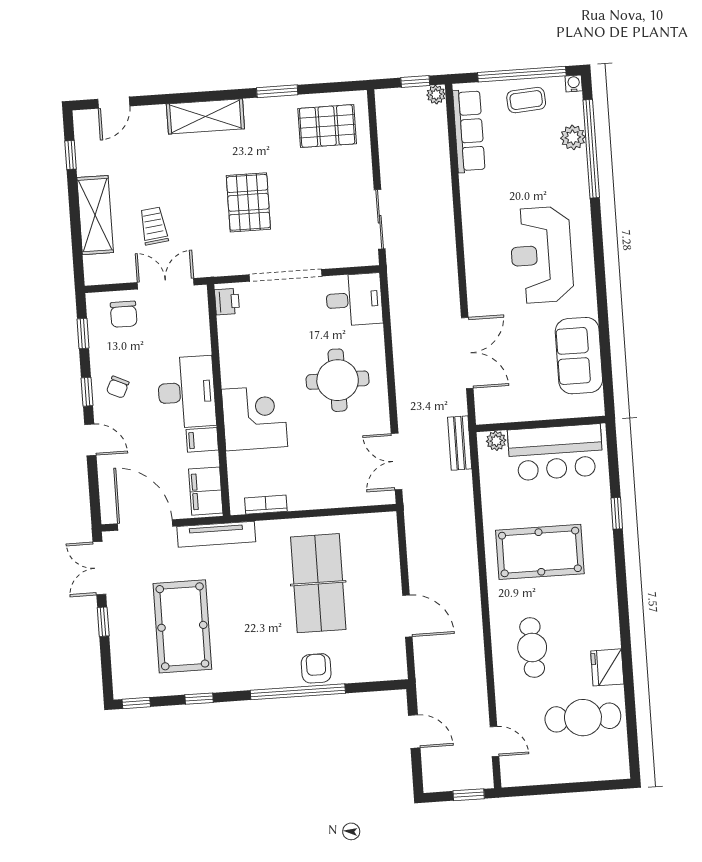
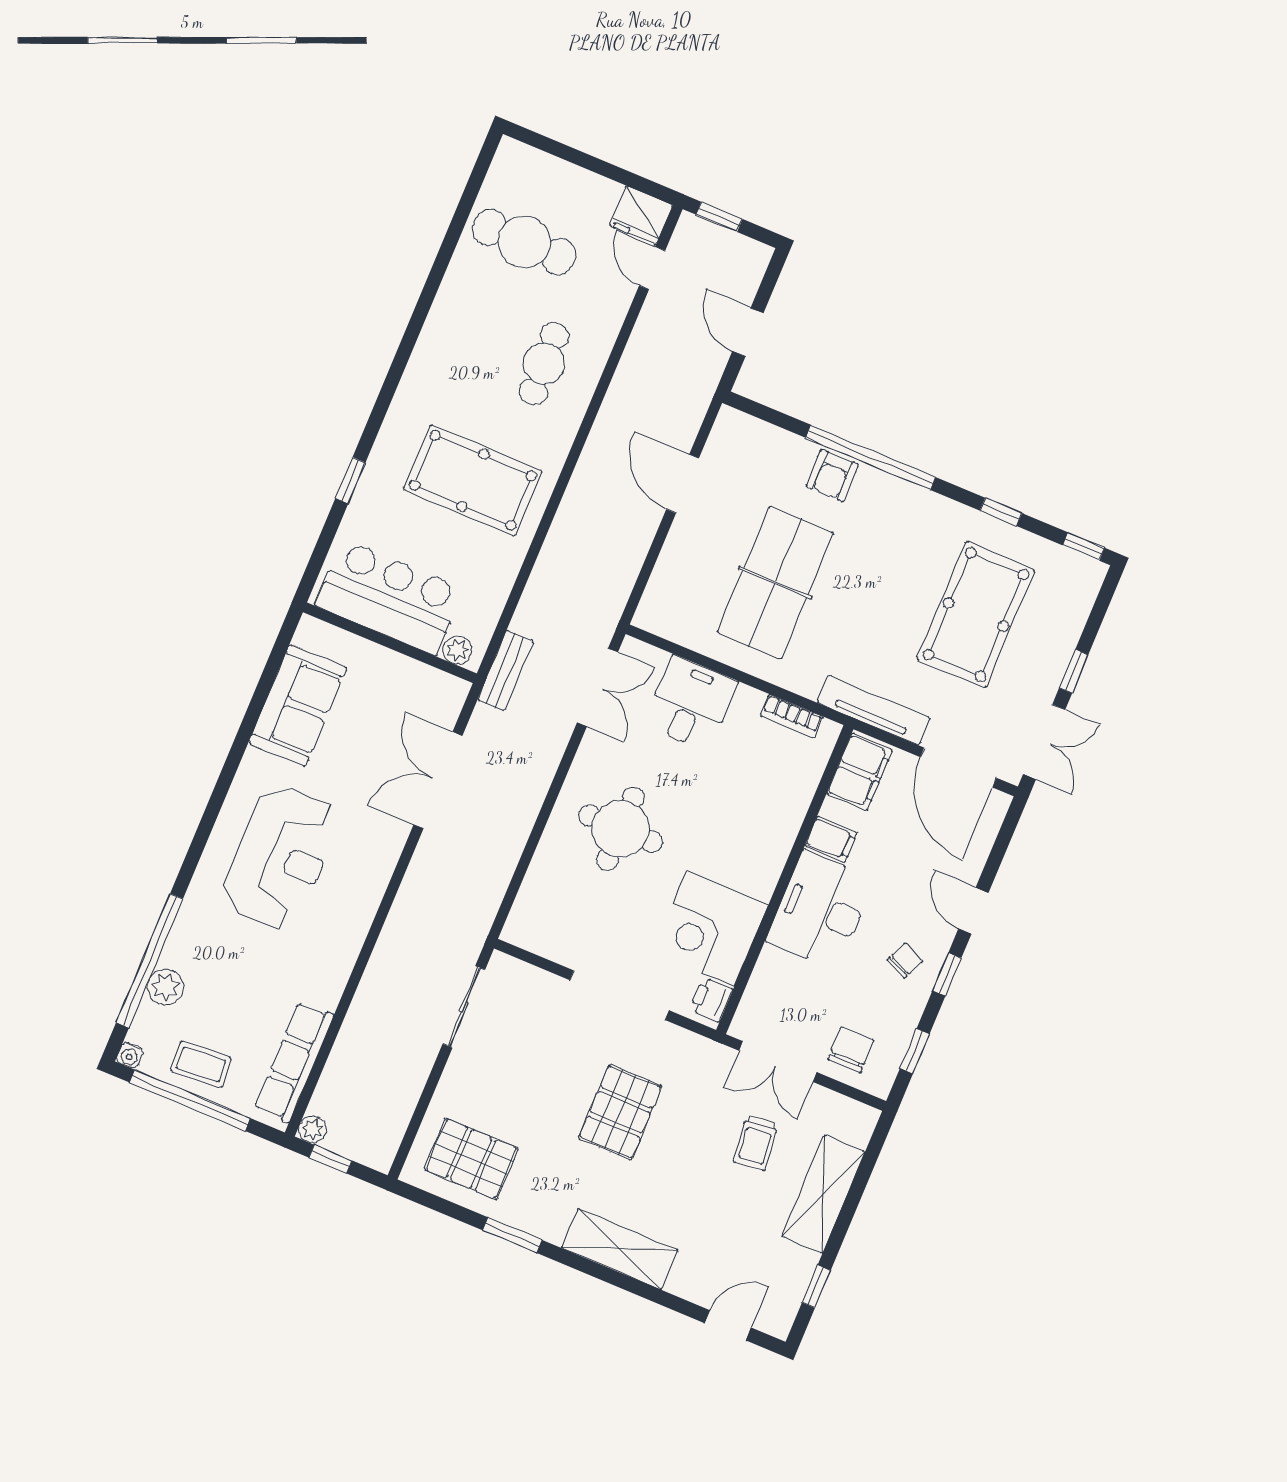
desk: (354, 300) -> (691, 703), moved, turned 90
corner desk: (255, 418) -> (711, 929), moved
fridge: (607, 667) -> (641, 215), moved, turned 90

